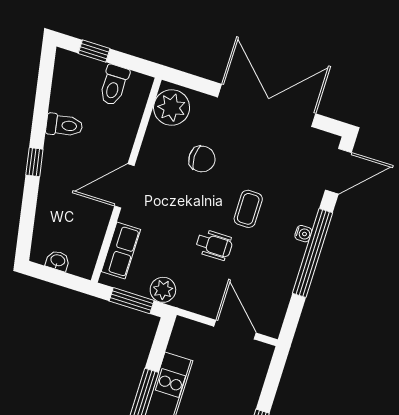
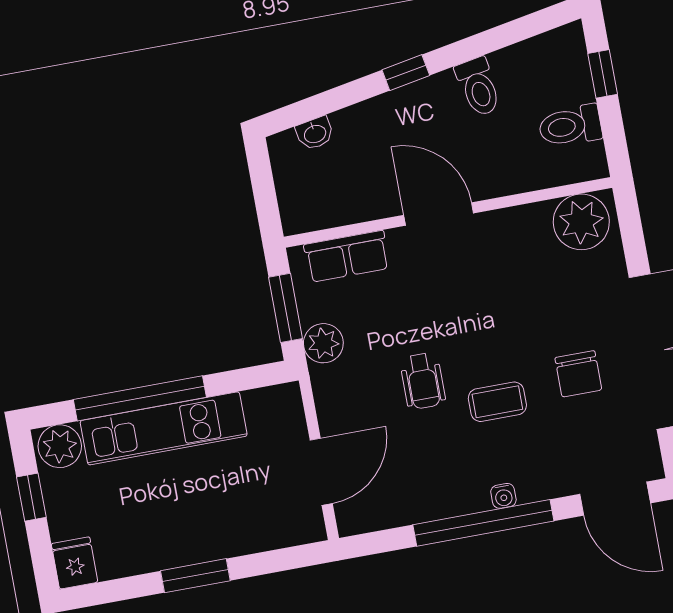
chair: (202, 159) -> (578, 374), moved
washbasin: (58, 261) -> (315, 133), moved, turned 80

